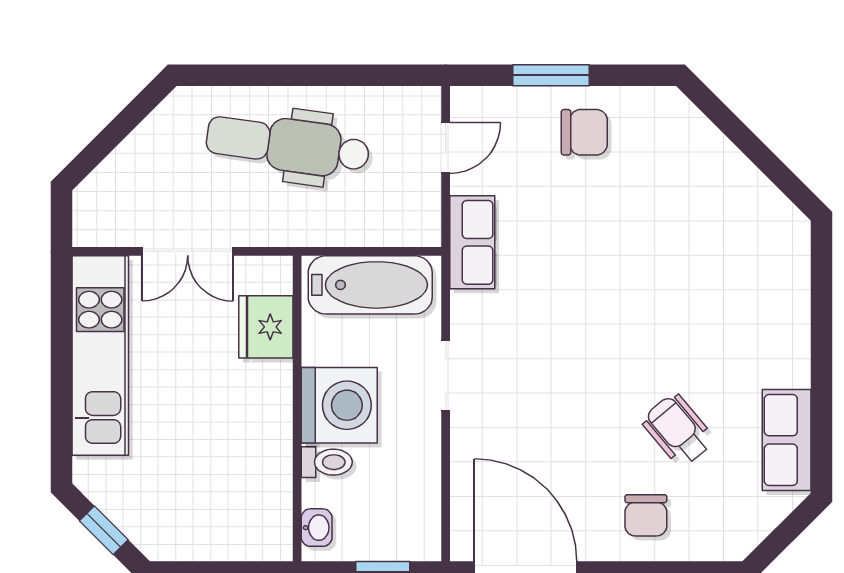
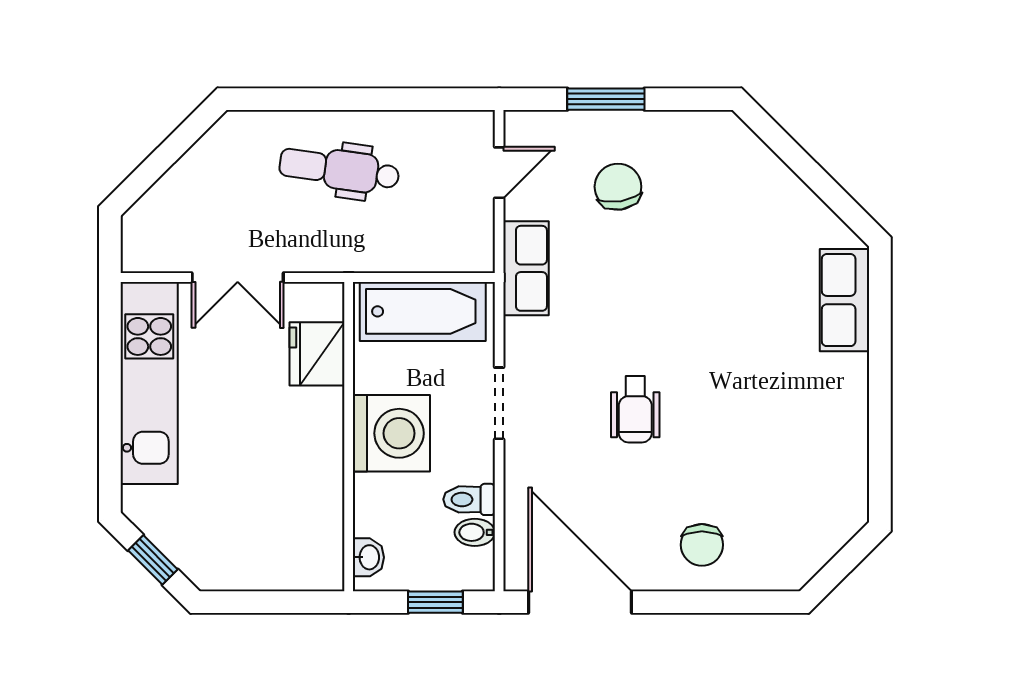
chair: (584, 132) -> (618, 187), moved, turned -99
dental chair: (288, 145) -> (339, 170), width x0.73, depth x0.72
wheelchair: (678, 430) -> (635, 409), moved, turned -140
row of seats: (787, 440) -> (844, 300), moved
toilet: (327, 462) -> (469, 499), moved, turned 180
bidet: (422, 503) -> (475, 532), added

